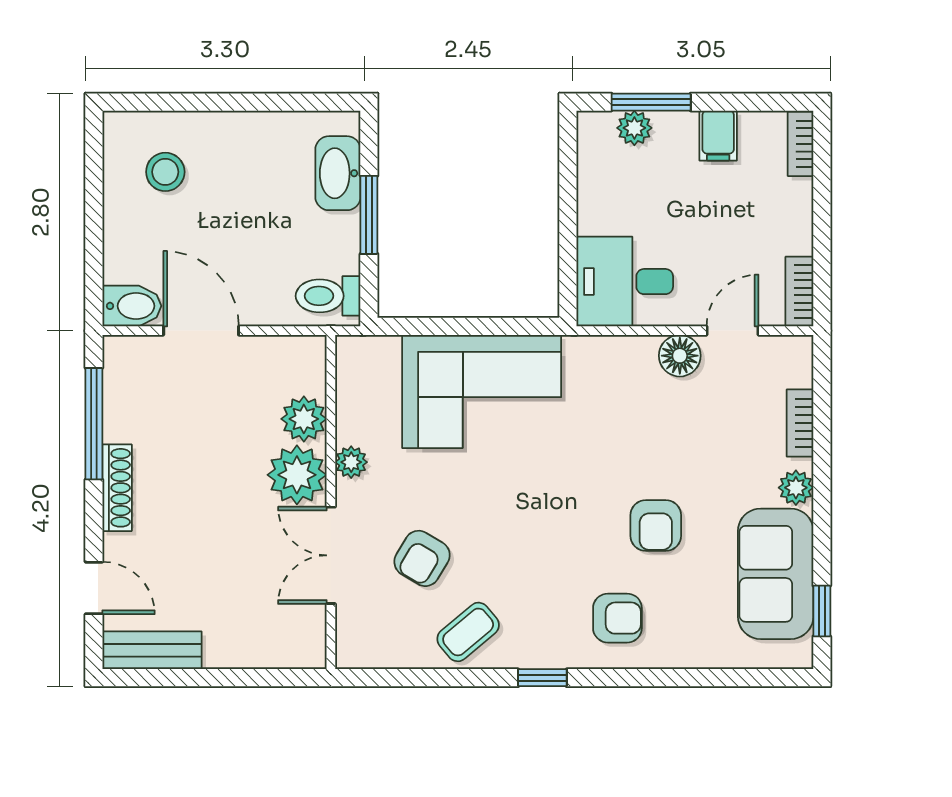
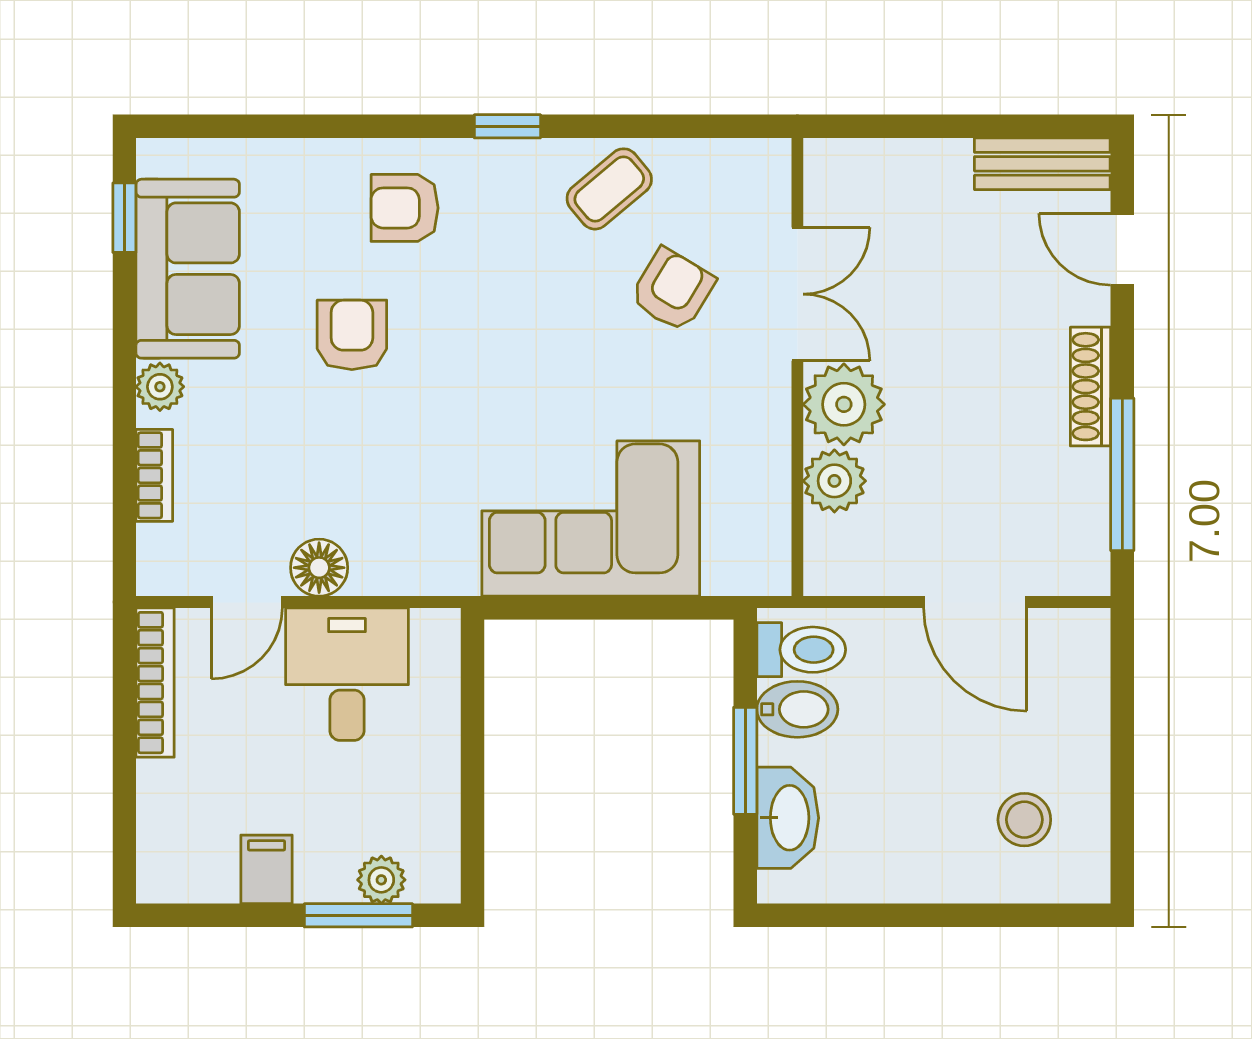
bookcase: (800, 144) -> (154, 858), removed
desk: (625, 282) -> (347, 674), moved, turned -90
bookcase: (799, 292) -> (155, 683), width x1.56
bidet: (132, 306) -> (797, 709), moved, turned 180
plant: (351, 462) -> (770, 422), removed

